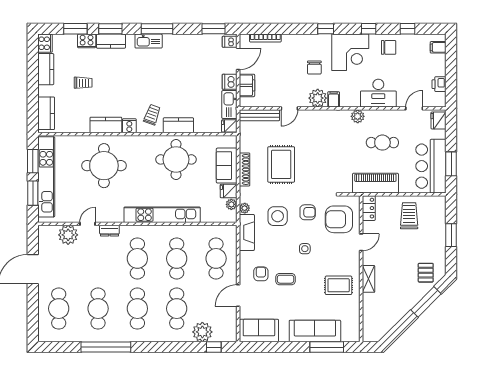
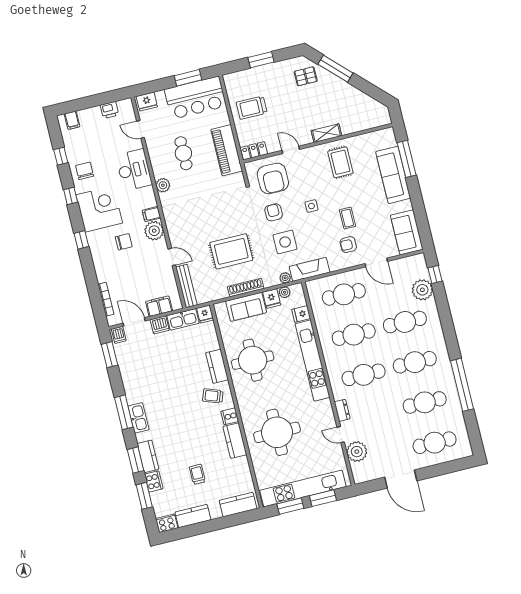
fridge: (208, 215) -> (301, 314), added

